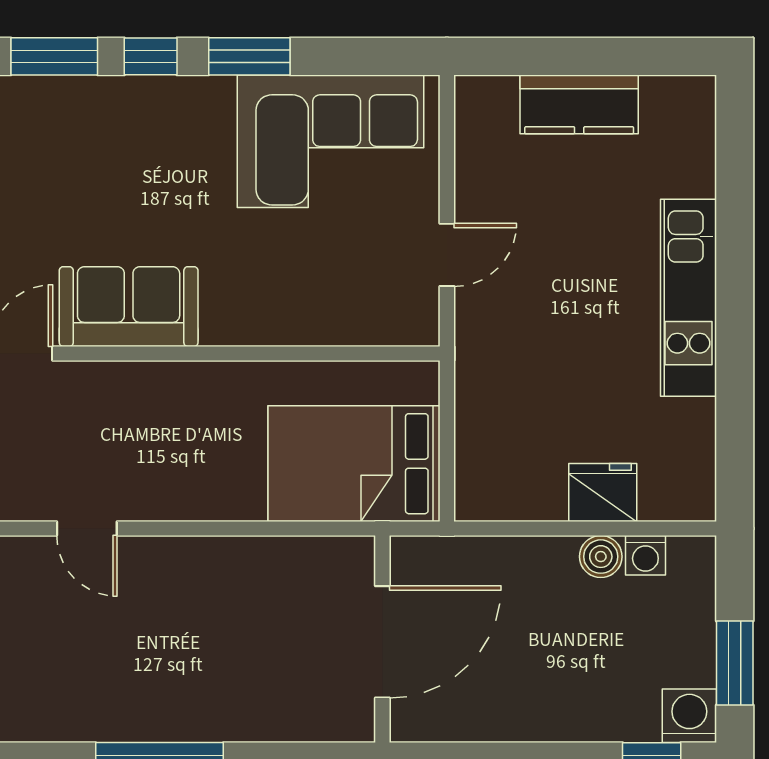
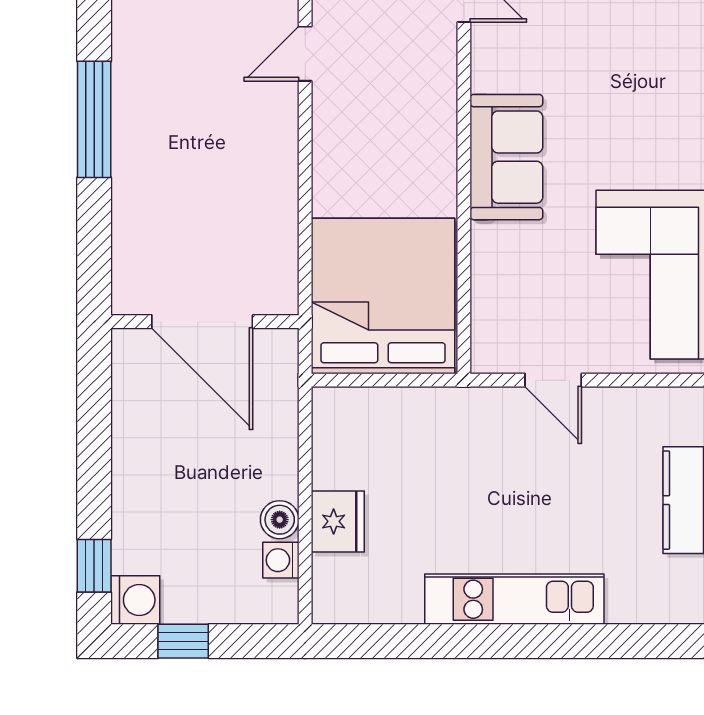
sofa: (129, 307) -> (506, 157), moved
bed: (354, 464) -> (383, 296), width x1.36
window: (735, 663) -> (183, 641), width x0.67

